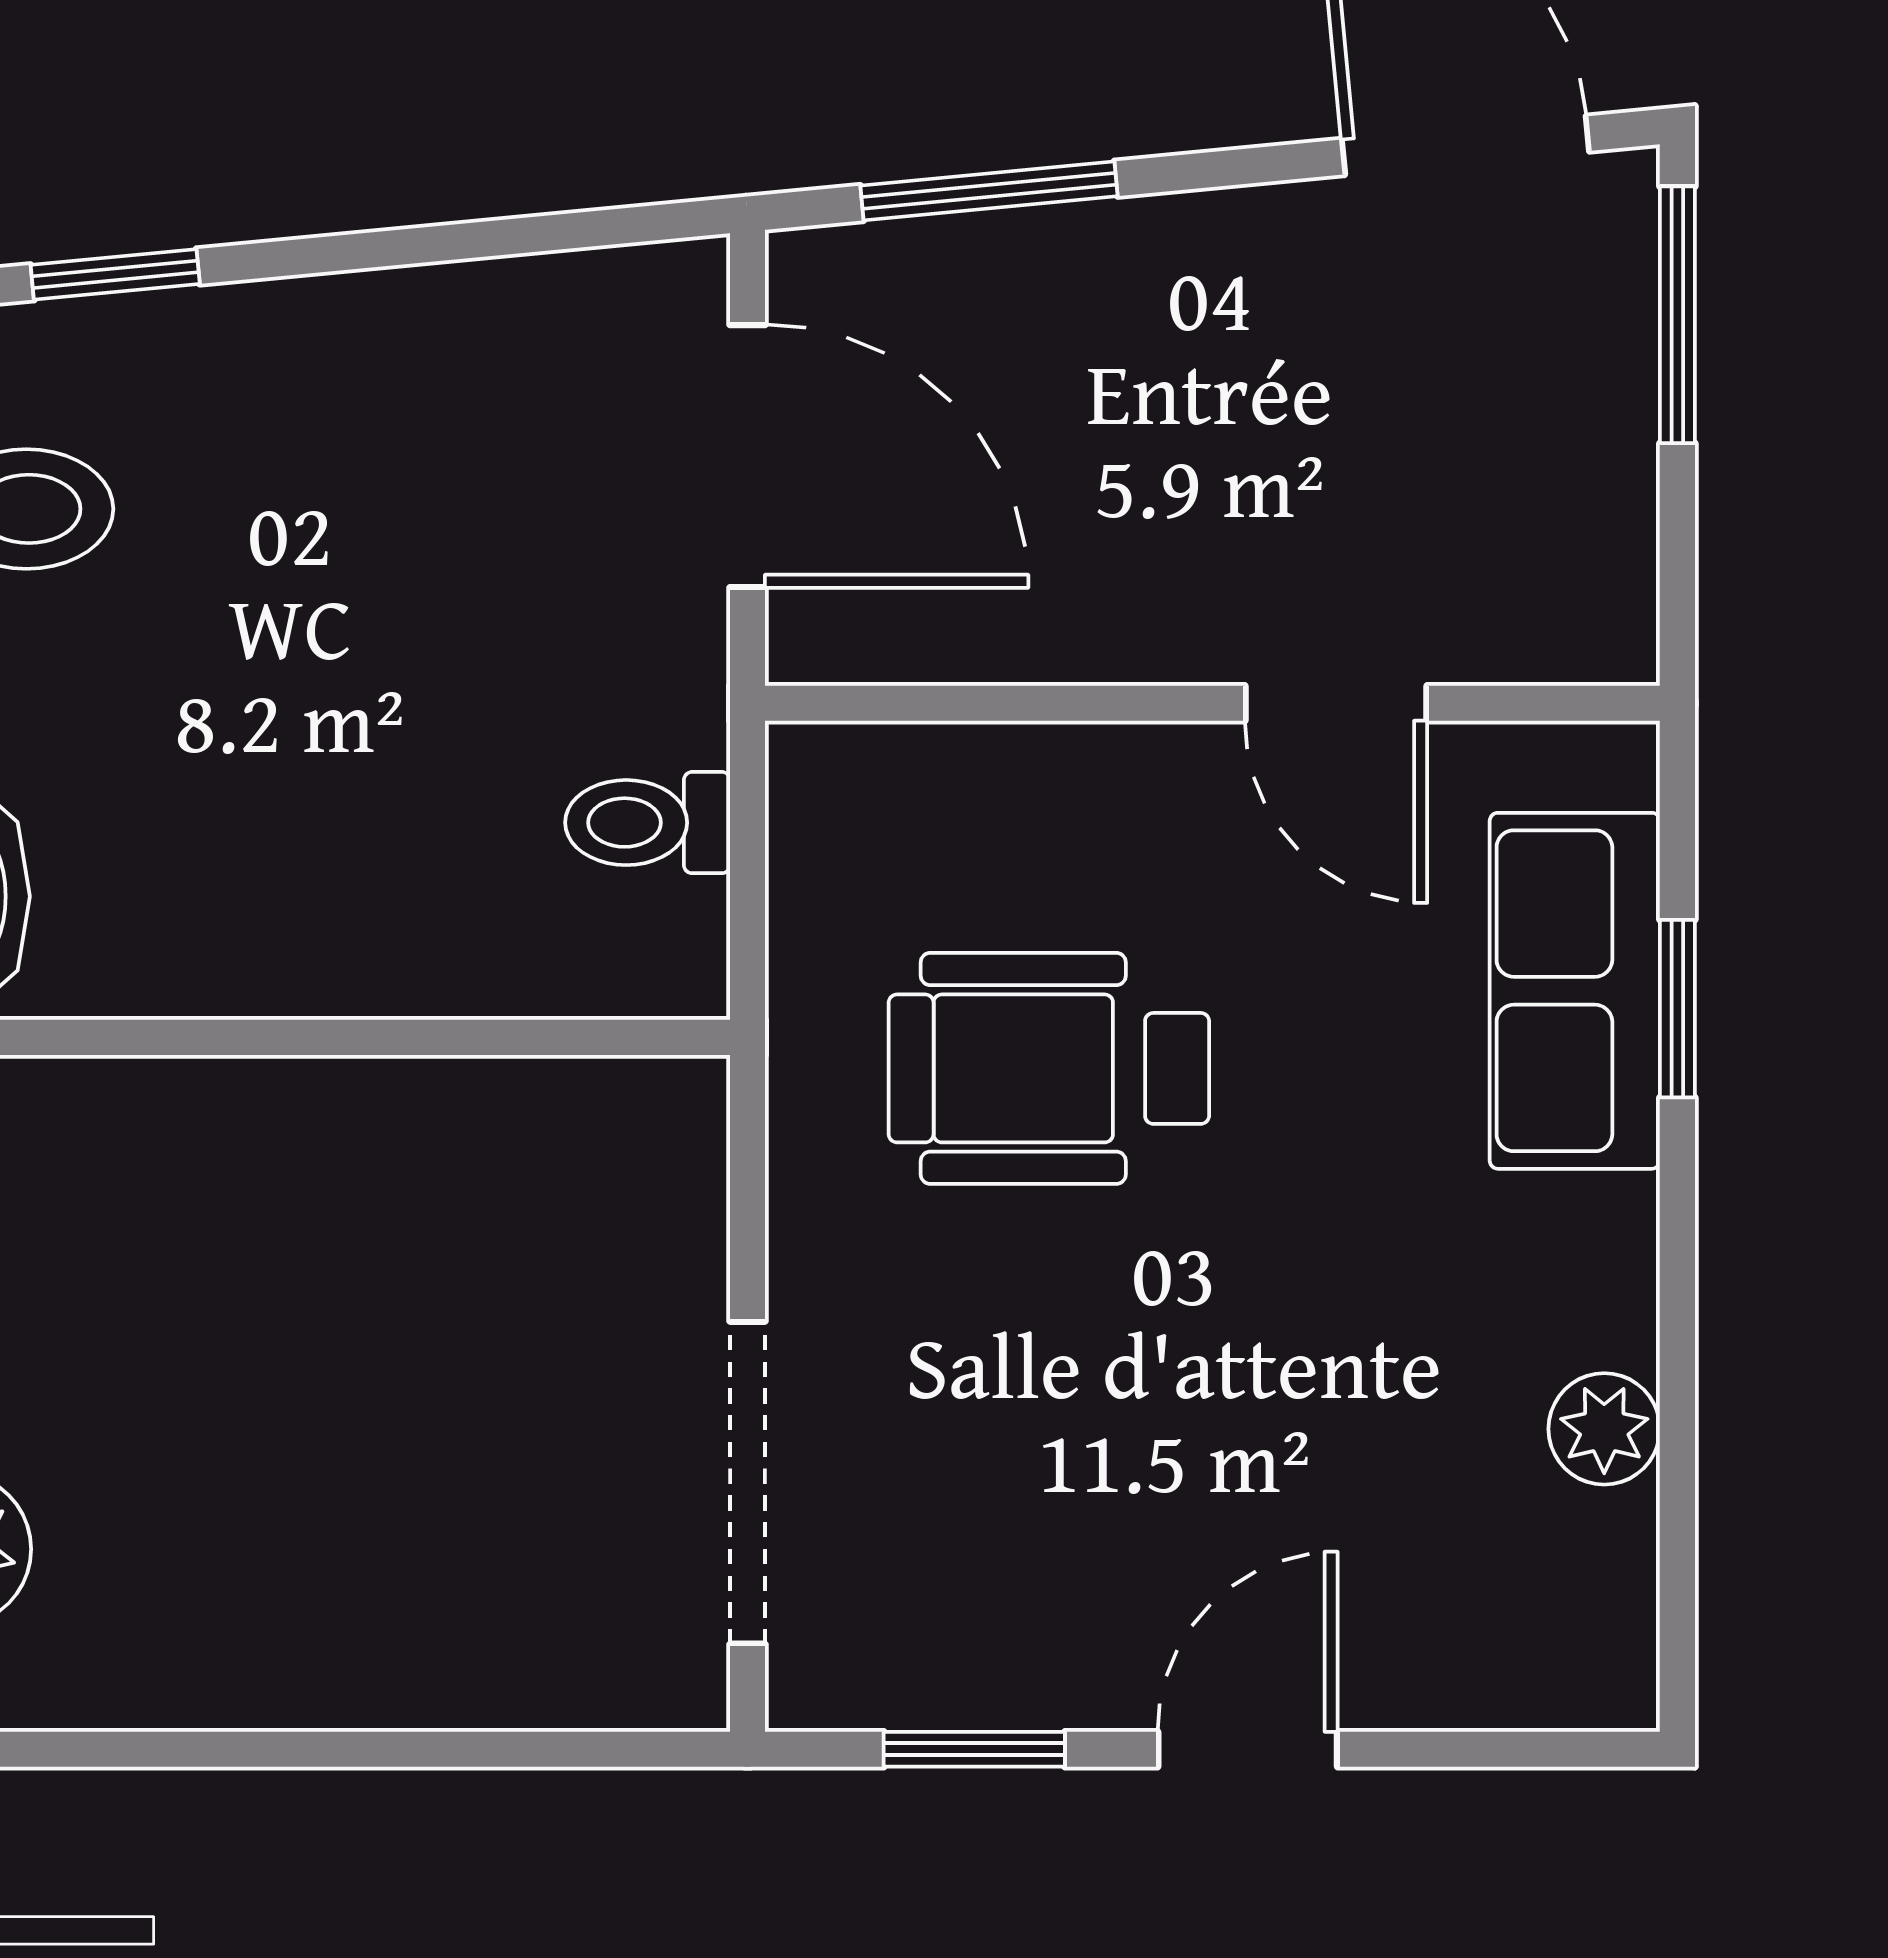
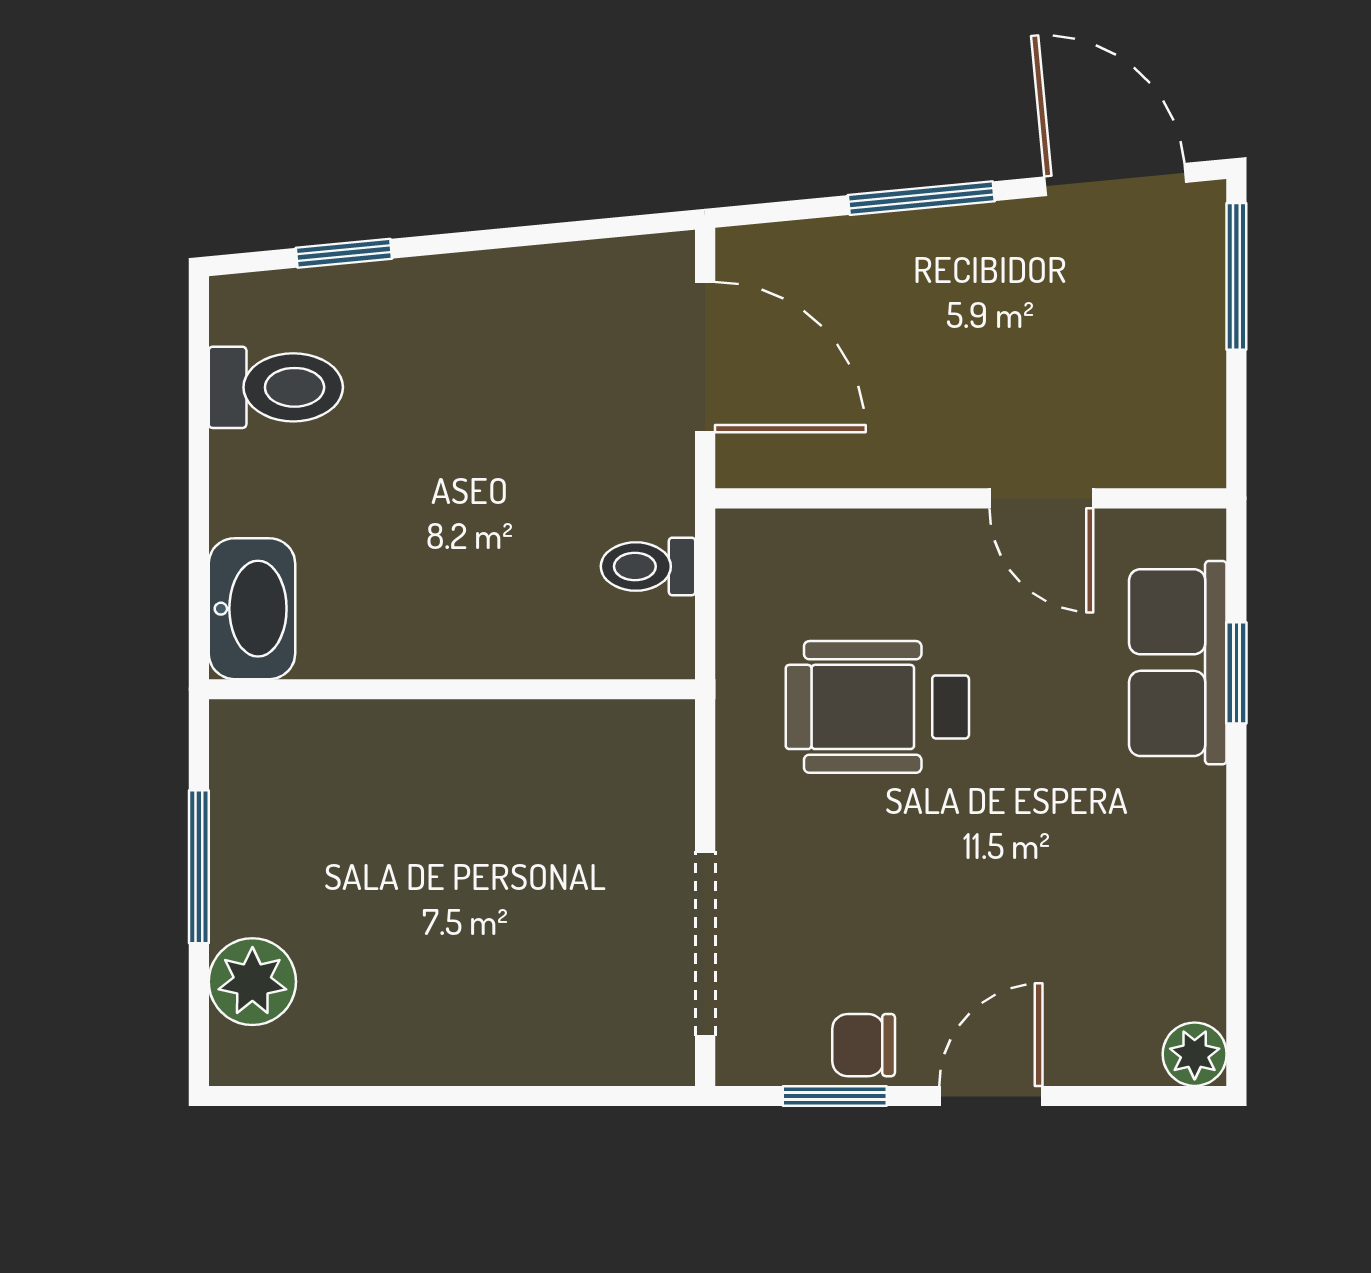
window: (989, 191) -> (921, 198), moved
plant: (1604, 1429) -> (1195, 1054), moved
chair: (1025, 1660) -> (864, 1045), added

